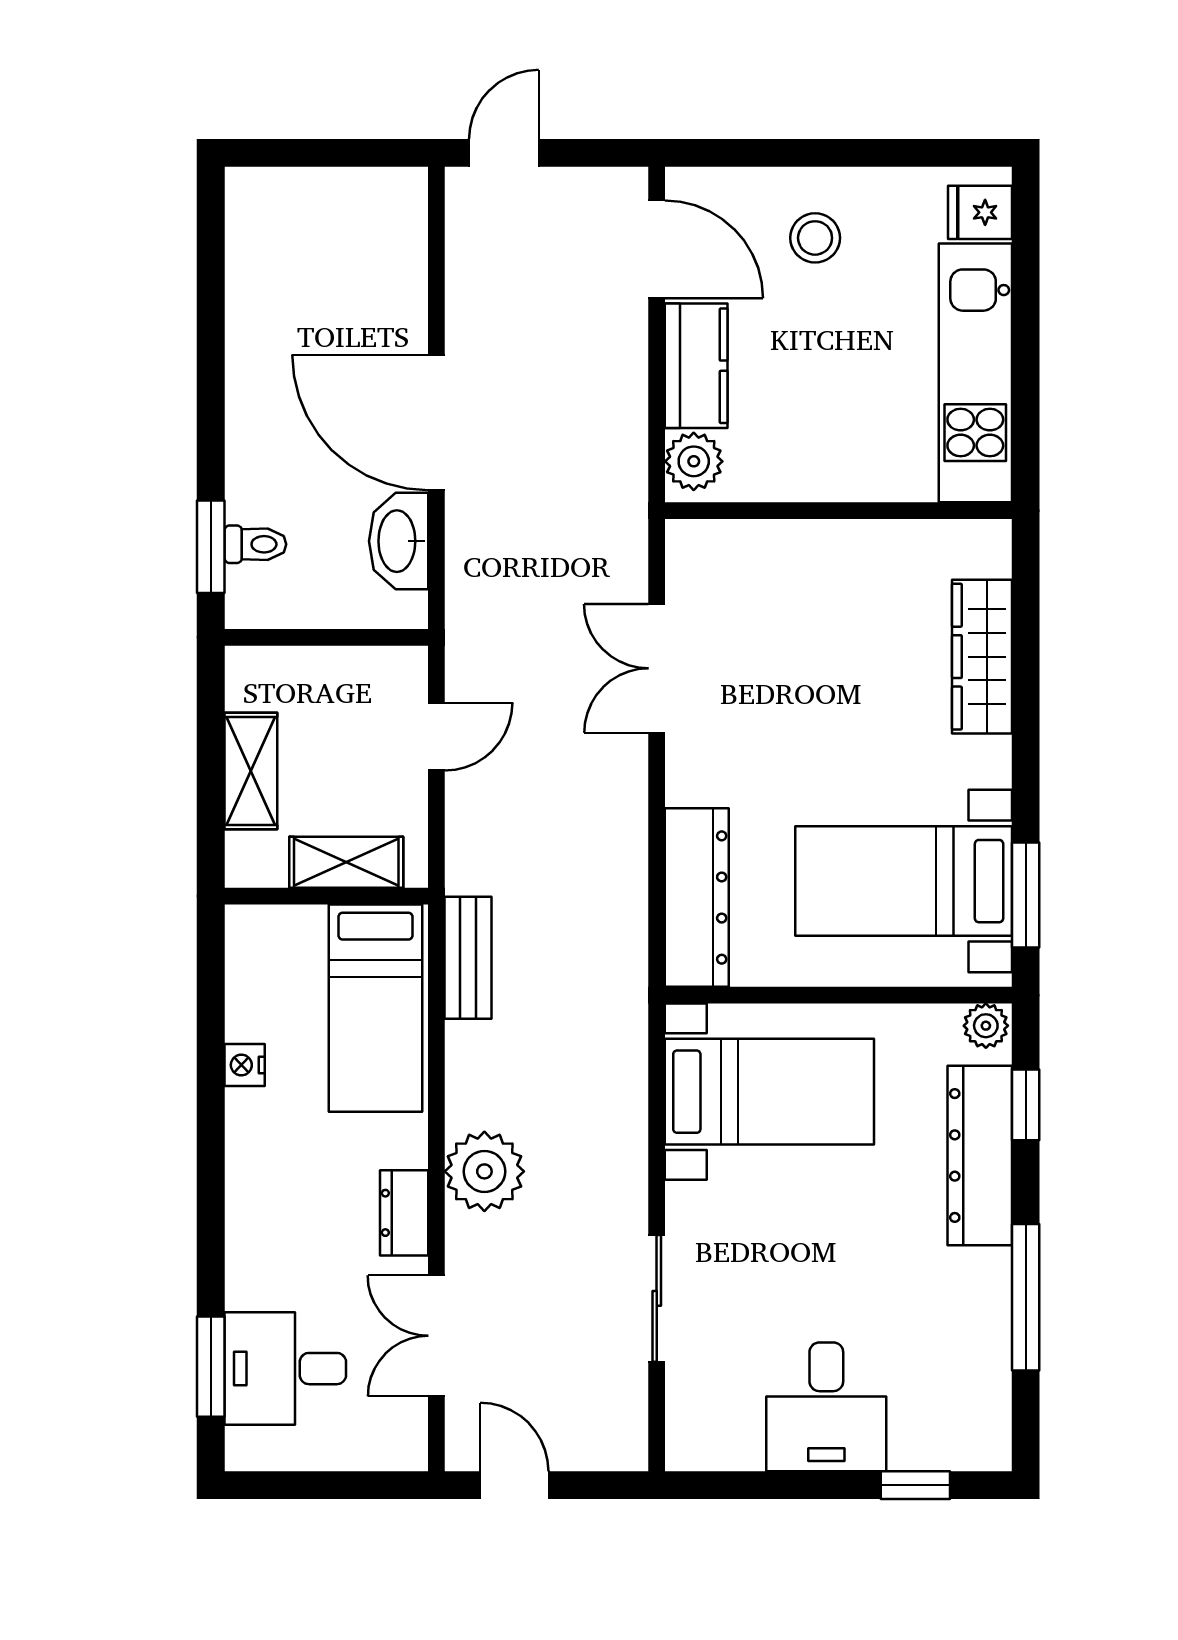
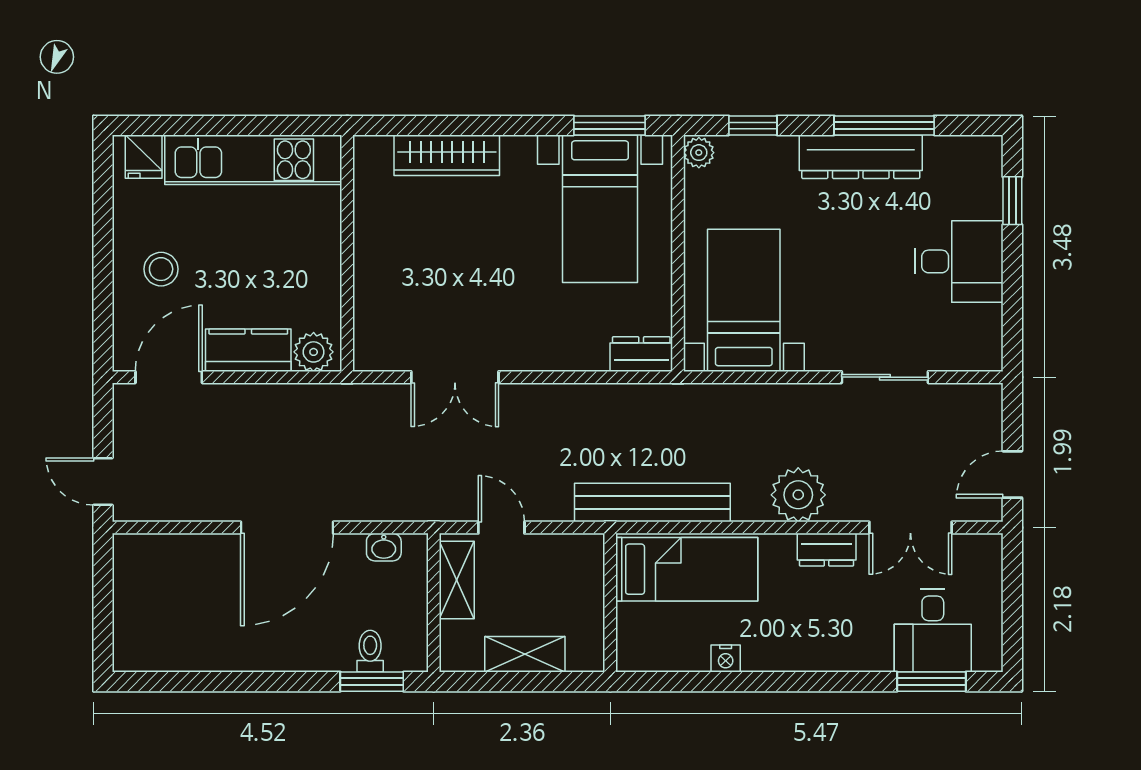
washbasin: (399, 541) -> (384, 547), width x0.52, depth x0.69
shelving: (346, 862) -> (457, 580), moved
dresser: (697, 898) -> (641, 354), width x0.51, depth x0.80
bench: (468, 958) -> (652, 503), width x1.86, depth x1.21
dresser: (980, 1156) -> (861, 157), moved

